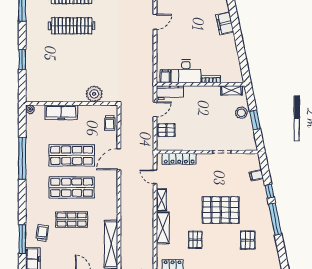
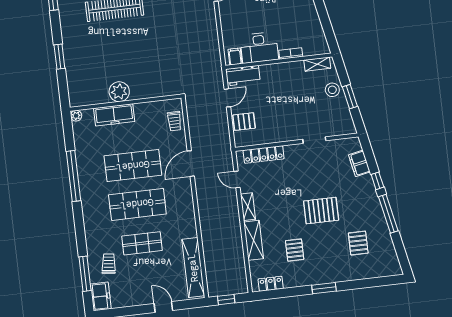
plant: (94, 94) -> (119, 92), moved
filing cabinet: (256, 175) -> (359, 163), width x2.00
pallet: (221, 210) -> (321, 211), width x0.73, depth x0.71

